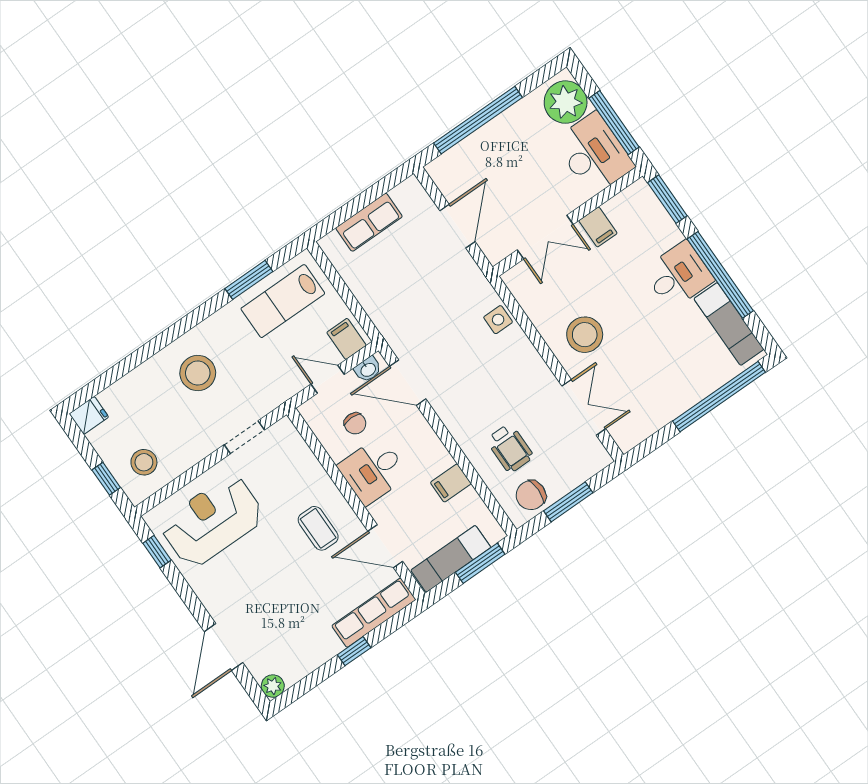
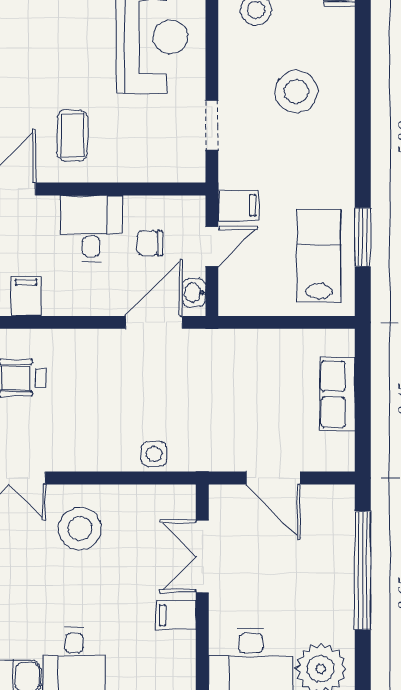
filing cabinet: (346, 339) -> (238, 205), moved
stool: (198, 373) -> (296, 92), moved
coffee table: (318, 528) -> (72, 135), turned 90

